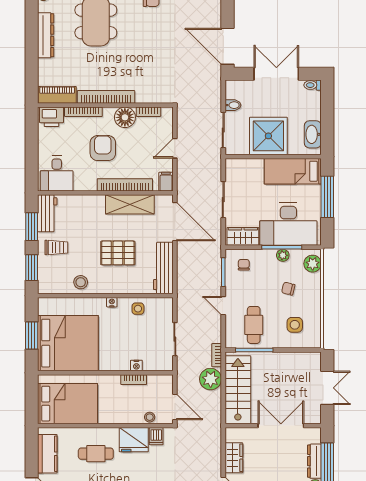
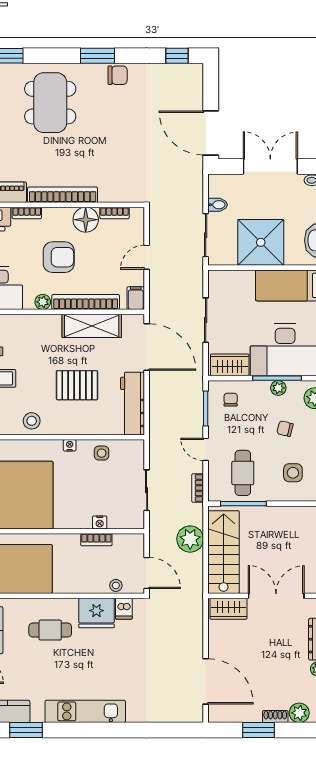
bookcase: (83, 112) -> (27, 213), width x0.64
armchair: (103, 148) -> (59, 257), turned 90
plant: (90, 185) -> (43, 302), added
bookcase: (217, 355) -> (198, 488), moved
wardrobe: (234, 458) -> (229, 609), moved, turned 90

